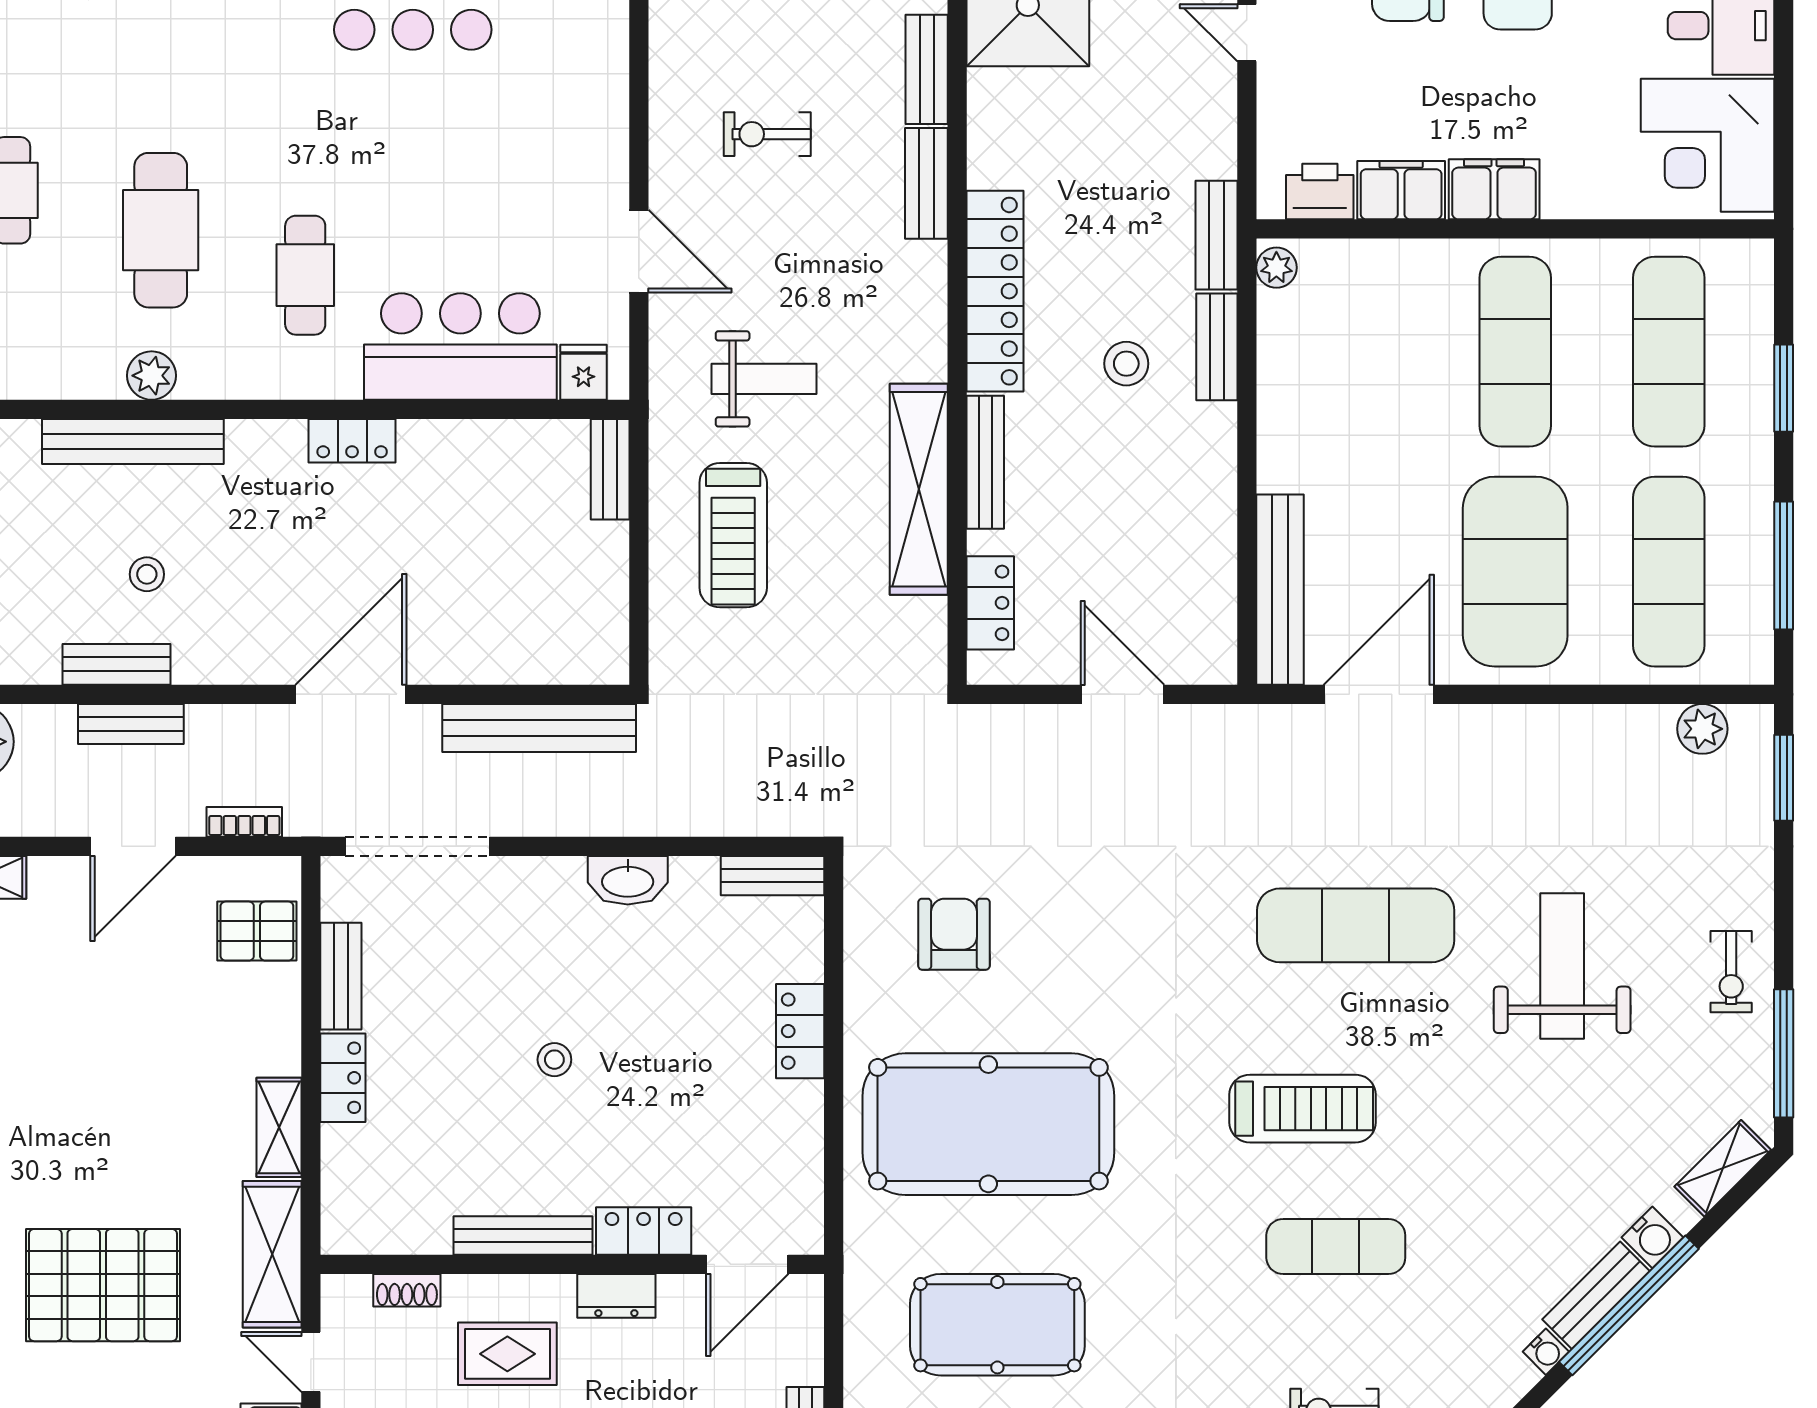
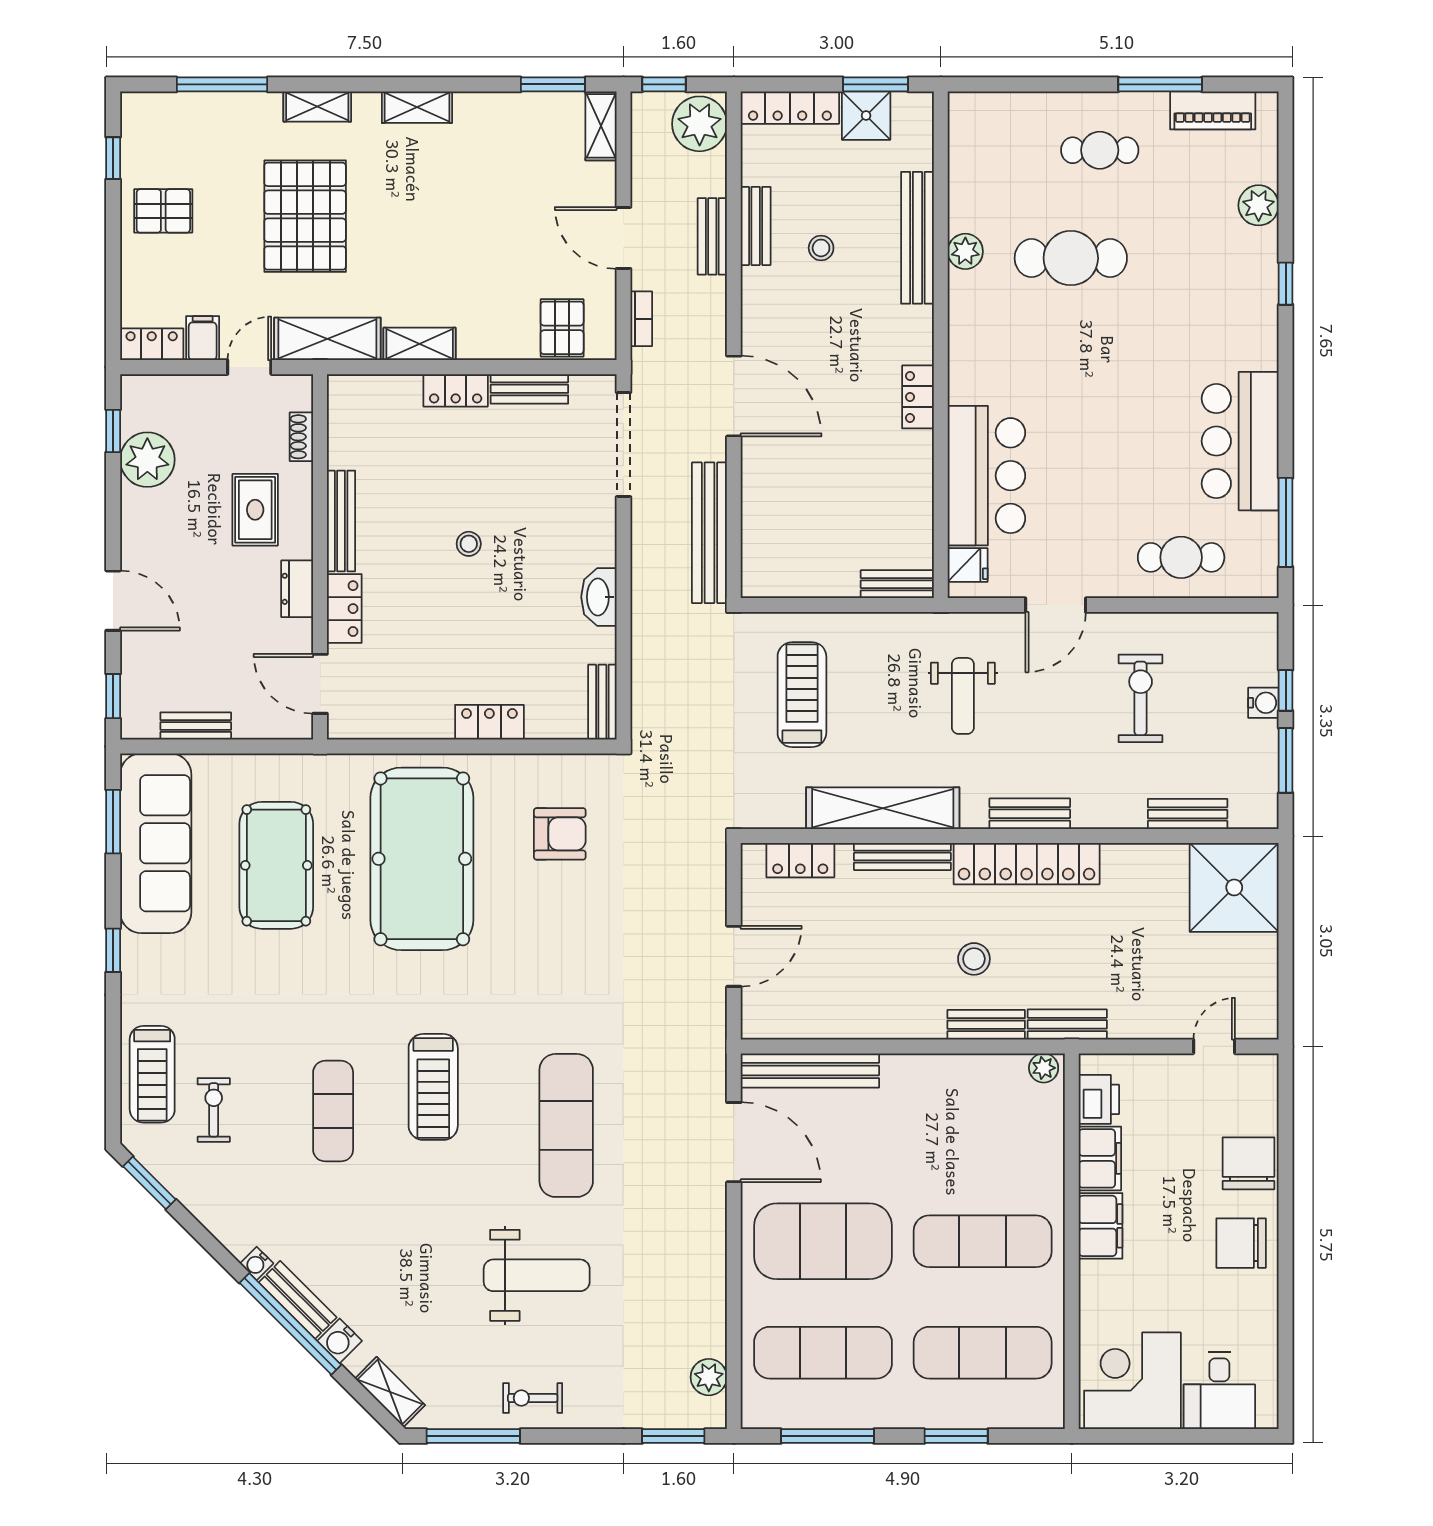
exercise bike: (767, 134) -> (1141, 698), width x1.38, depth x1.39
bench: (926, 183) -> (1030, 814), moved
cafe table: (305, 275) -> (1181, 557), moved
treadmill: (733, 535) -> (802, 695), moved, turned 90

